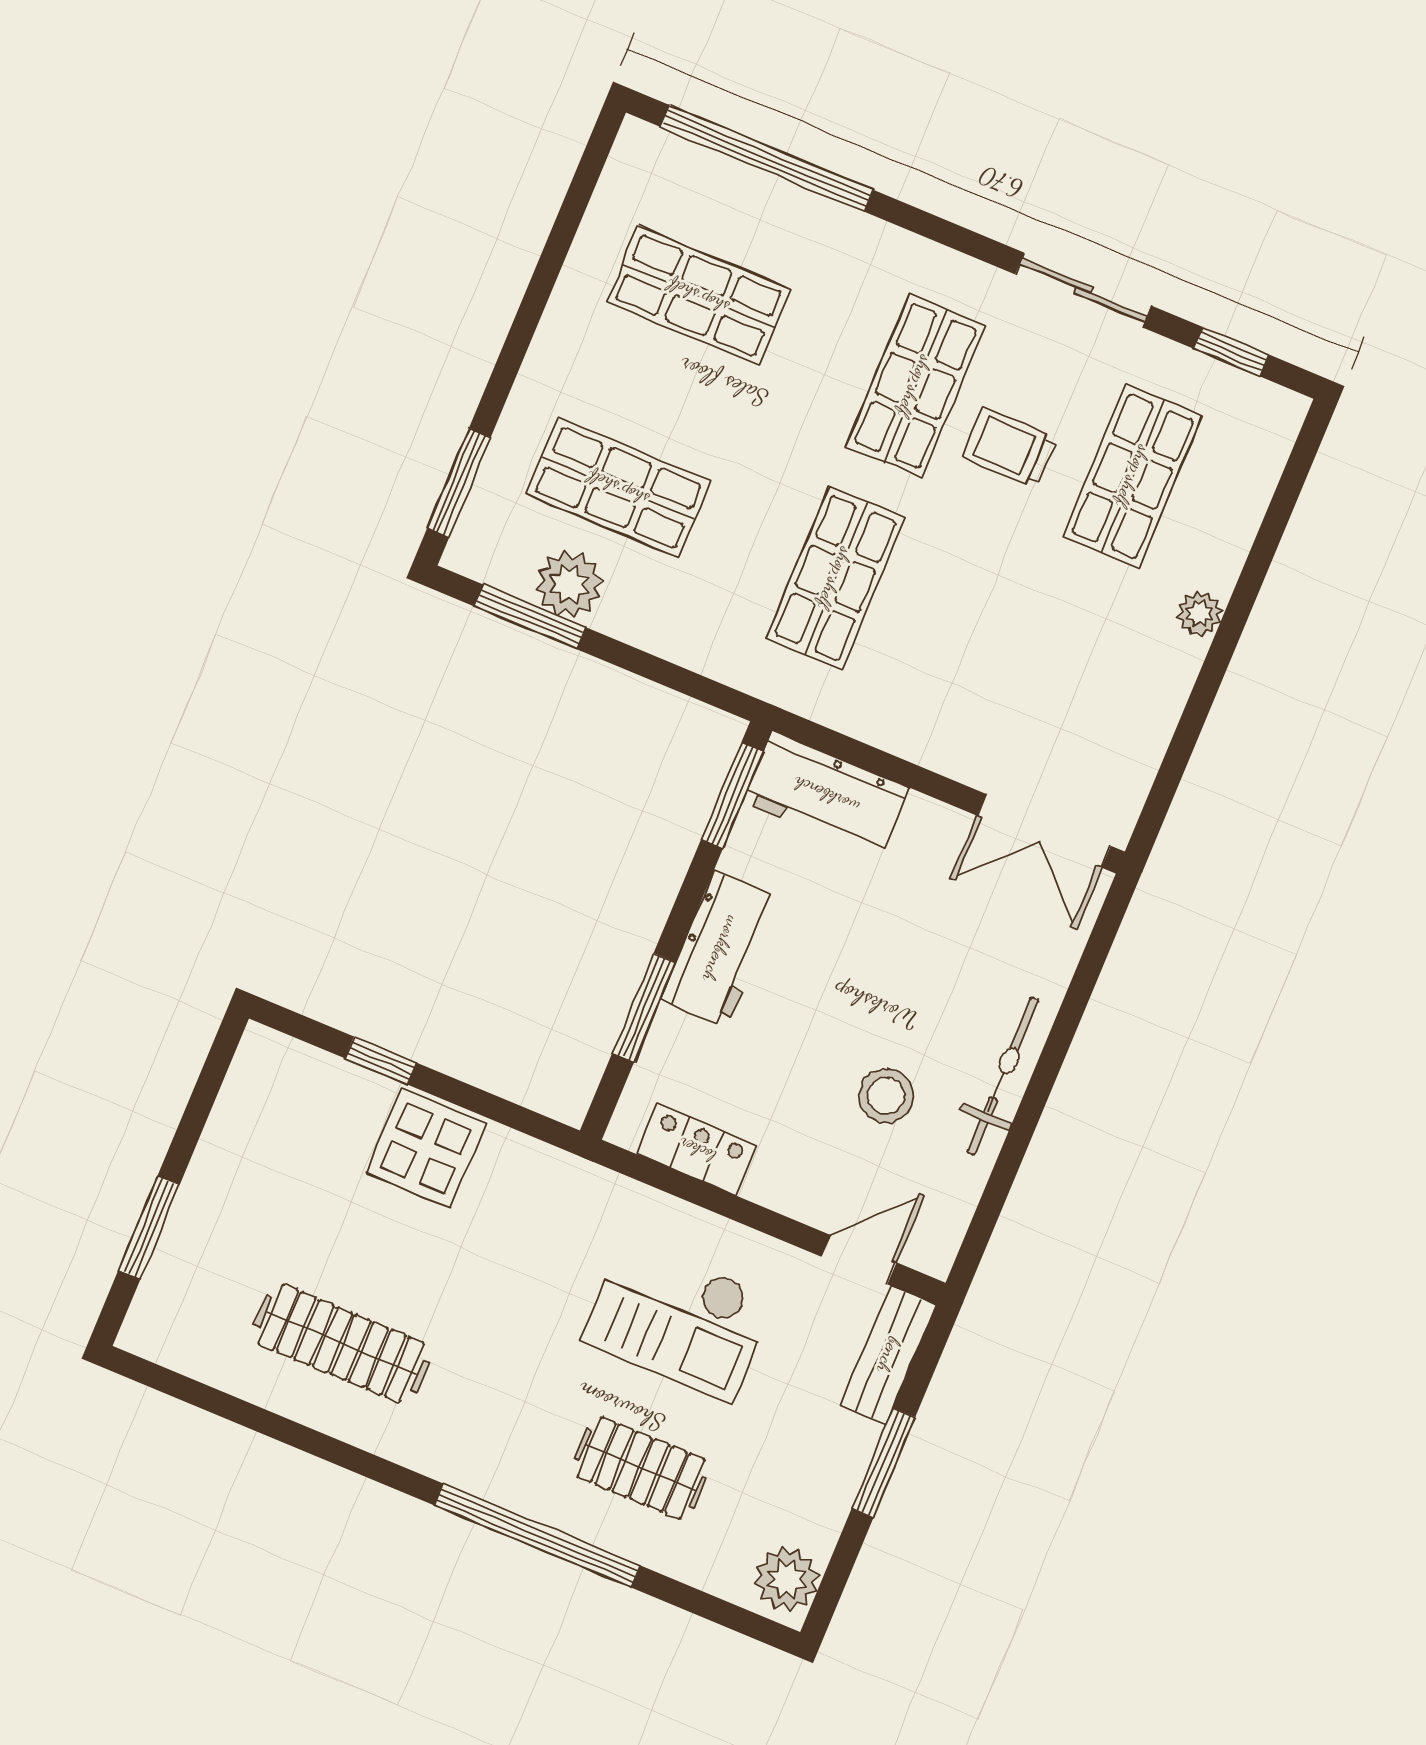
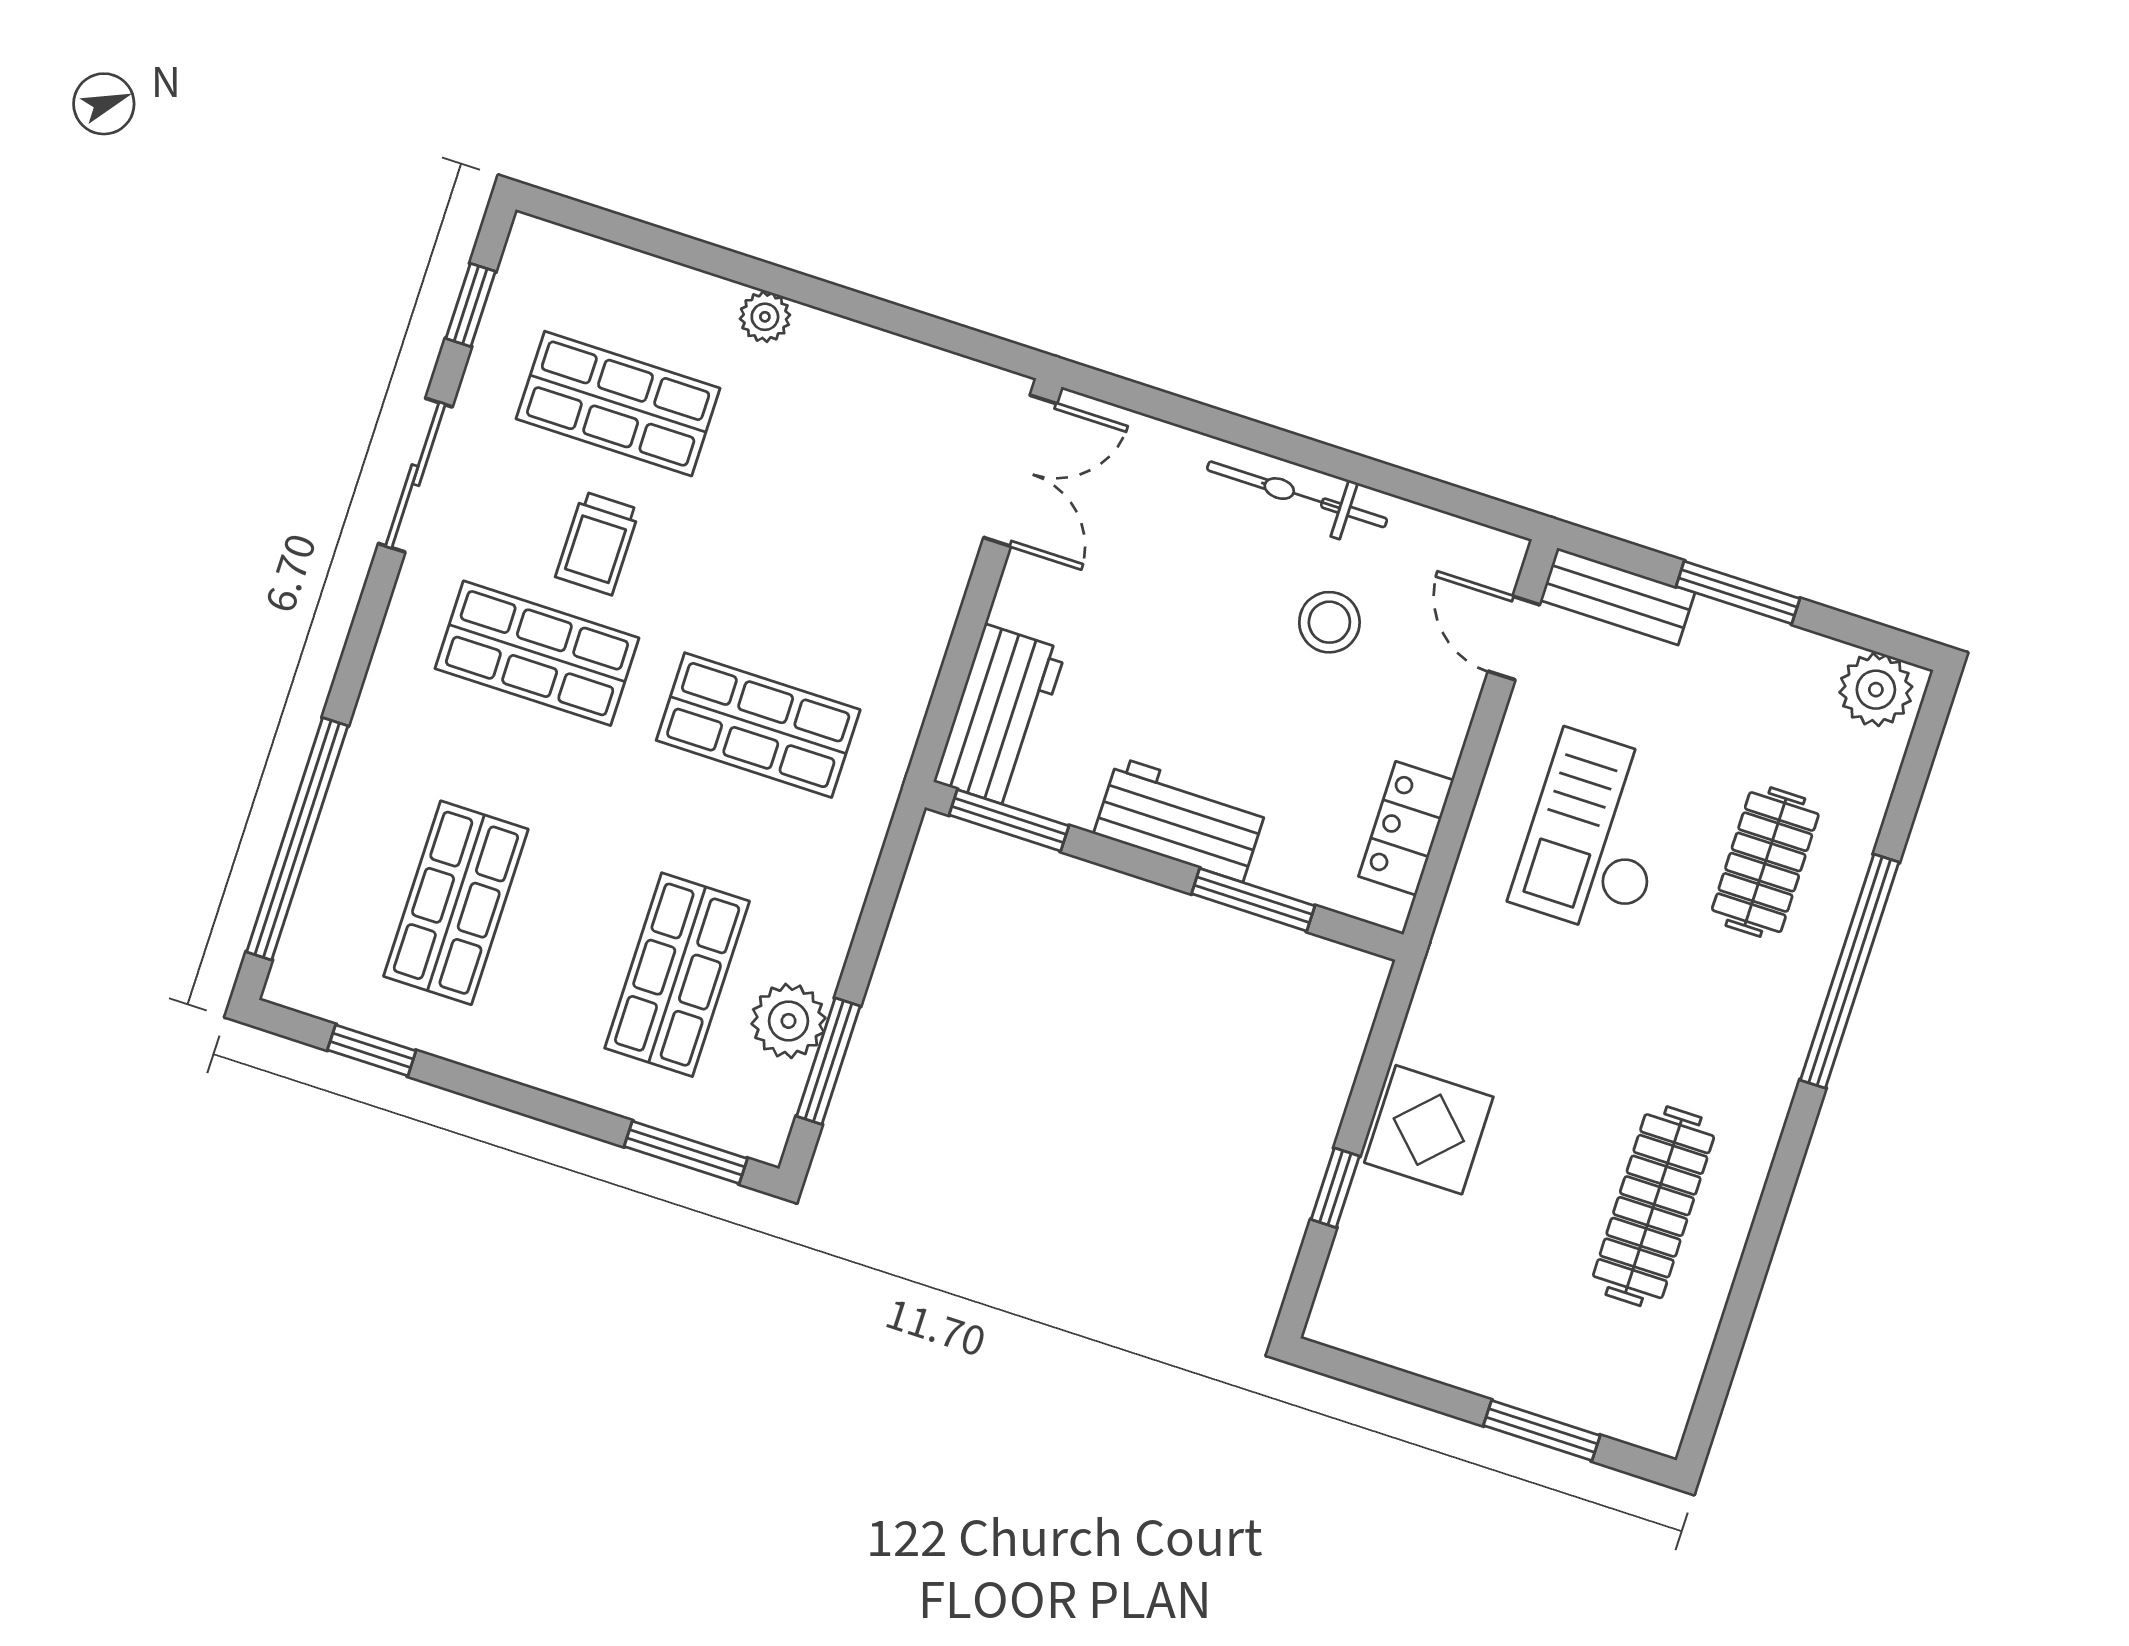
window: (573, 210) -> (372, 1050), added
checkout: (678, 1320) -> (1597, 834), turned 180

